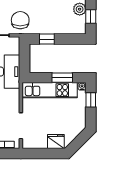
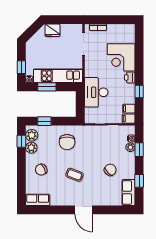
chair: (20, 20) -> (67, 142), moved
plant: (79, 23) -> (32, 135), added
window: (47, 39) -> (44, 121), moved

